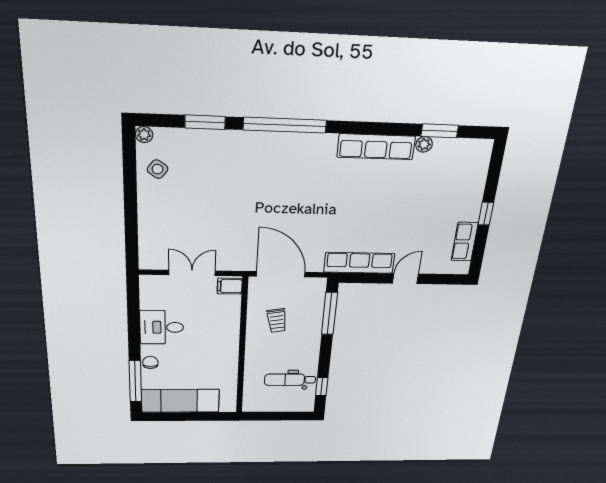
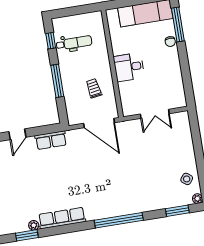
window: (205, 122) -> (177, 211), moved
row of seats: (359, 263) -> (51, 140), width x0.68
filing cabinet: (230, 286) -> (129, 109), removed
window: (329, 313) -> (57, 81), moved
desk: (162, 327) -> (129, 67), moved, turned 180

